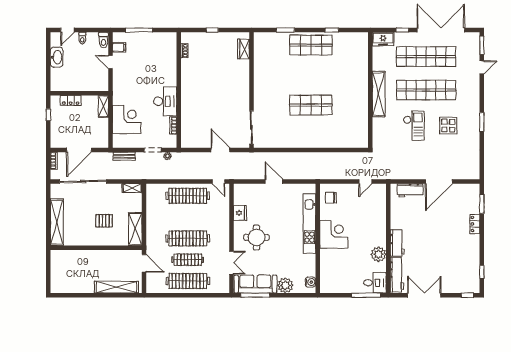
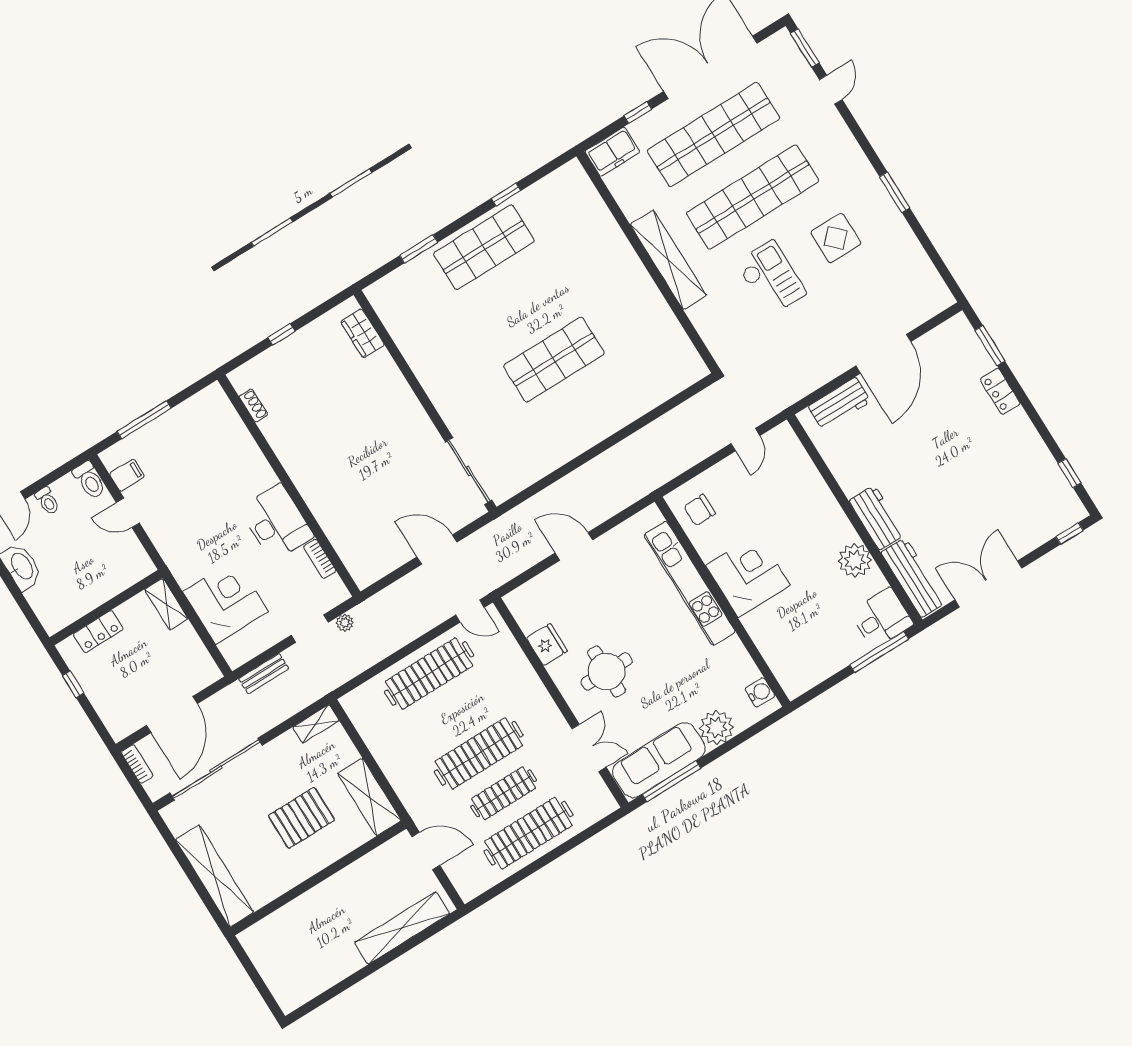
pallet: (104, 221) -> (301, 818), width x1.50, depth x1.42

